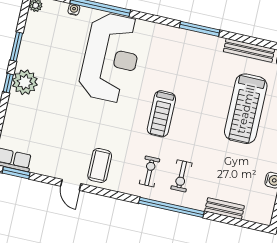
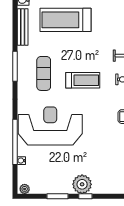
exercise mat: (182, 64) -> (44, 73), added
treadmill: (246, 109) -> (66, 20), turned 180

